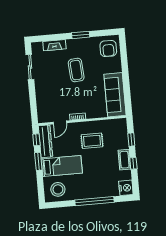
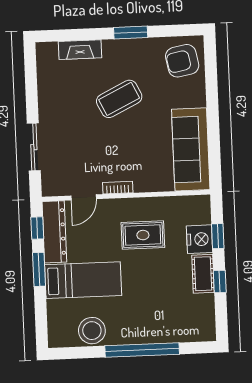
armchair: (108, 48) -> (182, 61), turned 79
sliding door: (30, 67) -> (34, 147), moved
coffee table: (76, 70) -> (119, 99), turned 68
nightstand: (126, 188) -> (199, 239), moved
stool: (58, 189) -> (92, 331), moved

